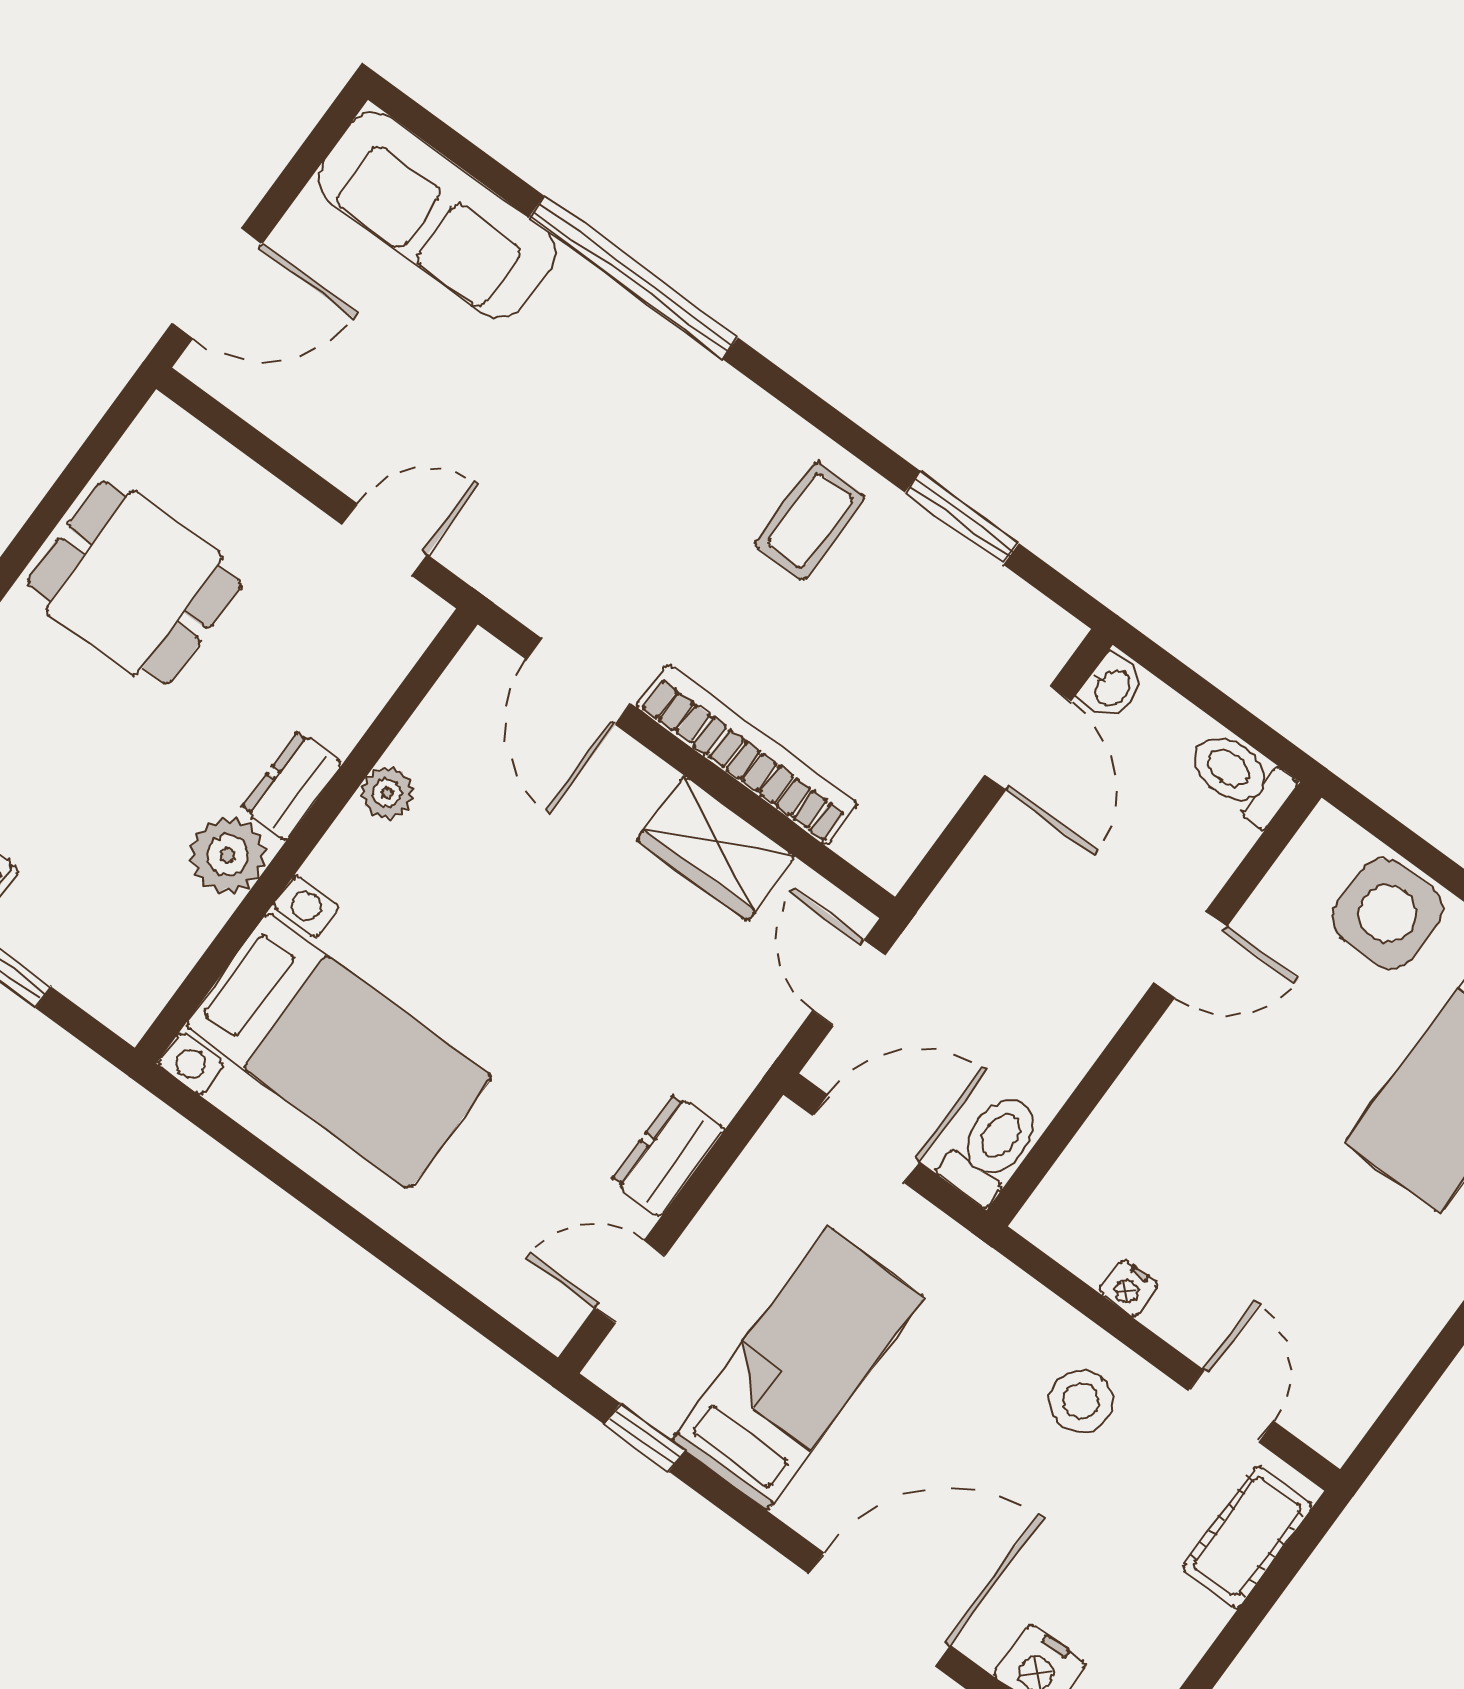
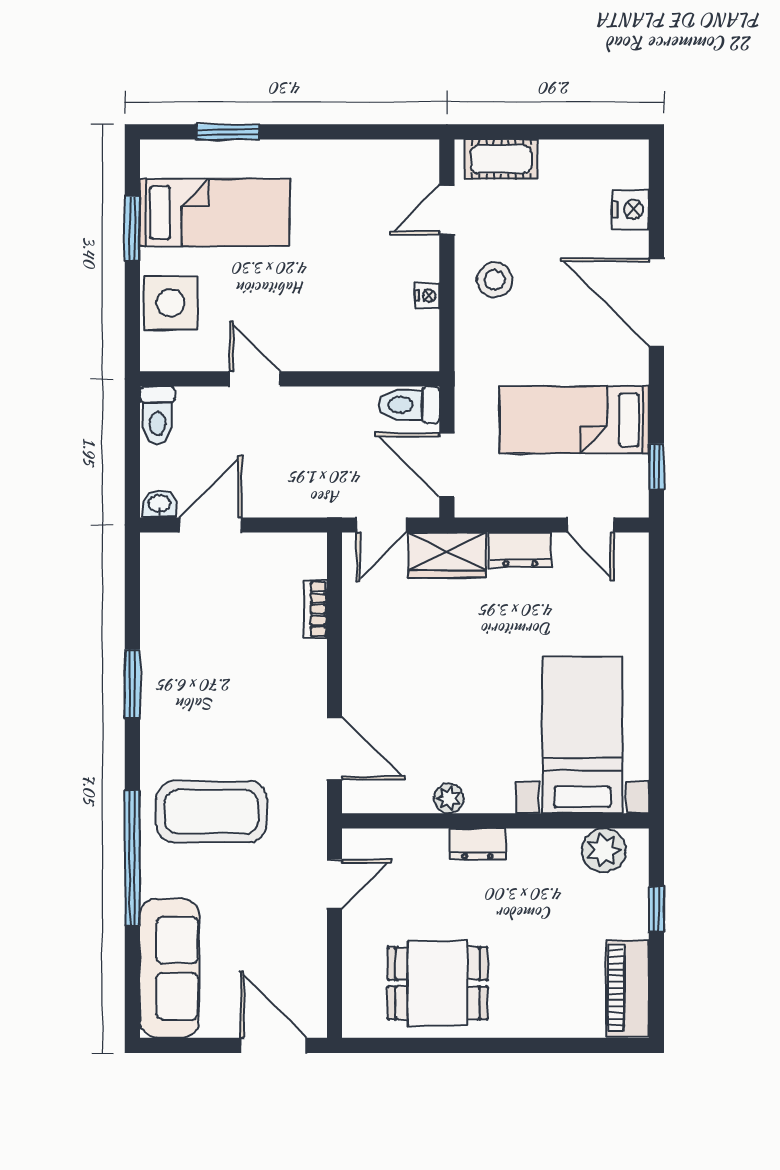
window: (962, 518) -> (132, 684), moved
coffee table: (810, 521) -> (211, 812), moved, width x1.86, depth x1.72
door: (384, 540) -> (335, 884), swing flipped
dining table: (134, 583) -> (438, 983), turned 90
door: (578, 681) -> (335, 748), hinge flipped
bookcase: (747, 755) -> (315, 609), width x0.43, depth x0.76
wardrobe: (716, 848) -> (447, 555), moved, turned 90
plant: (228, 855) -> (604, 850), moved

